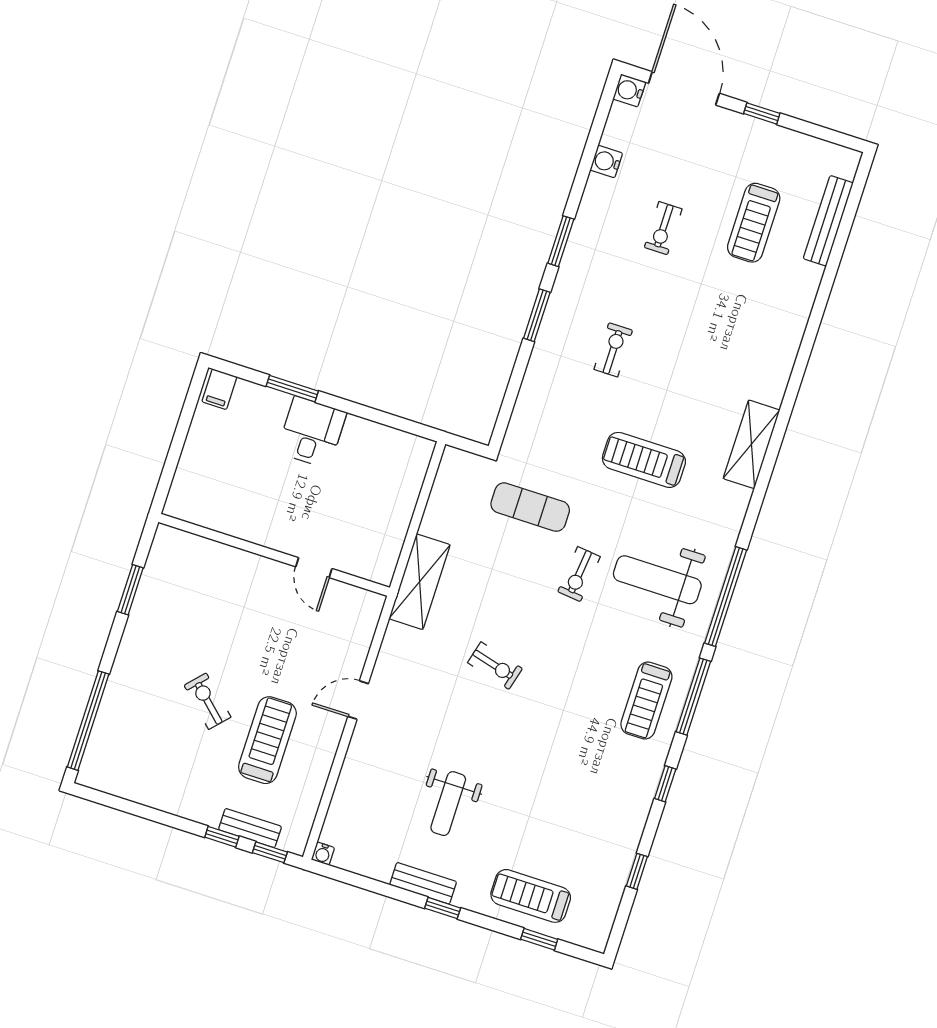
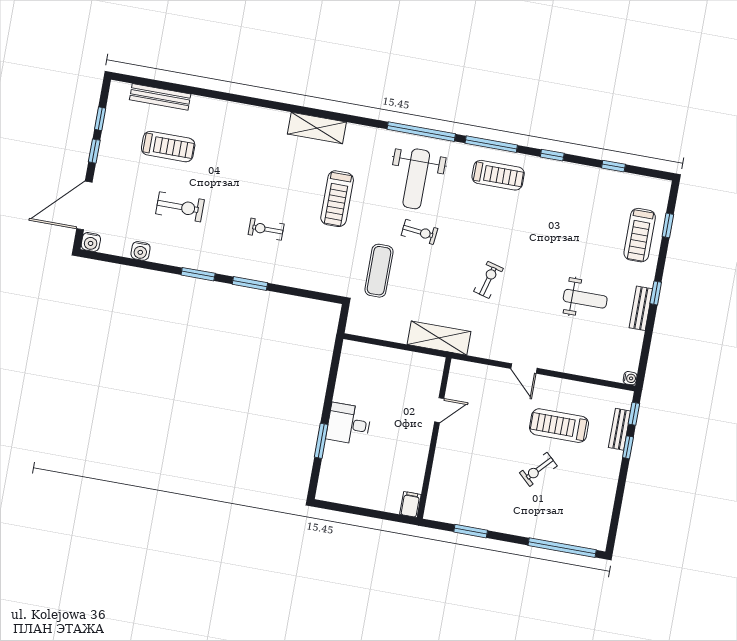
window: (808, 128) -> (100, 119), added
exercise bike: (663, 228) -> (180, 207), width x1.38, depth x1.39
filing cabinet: (219, 389) -> (410, 504), moved, turned -90

